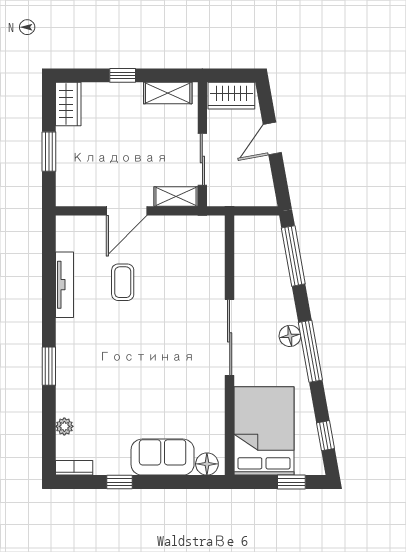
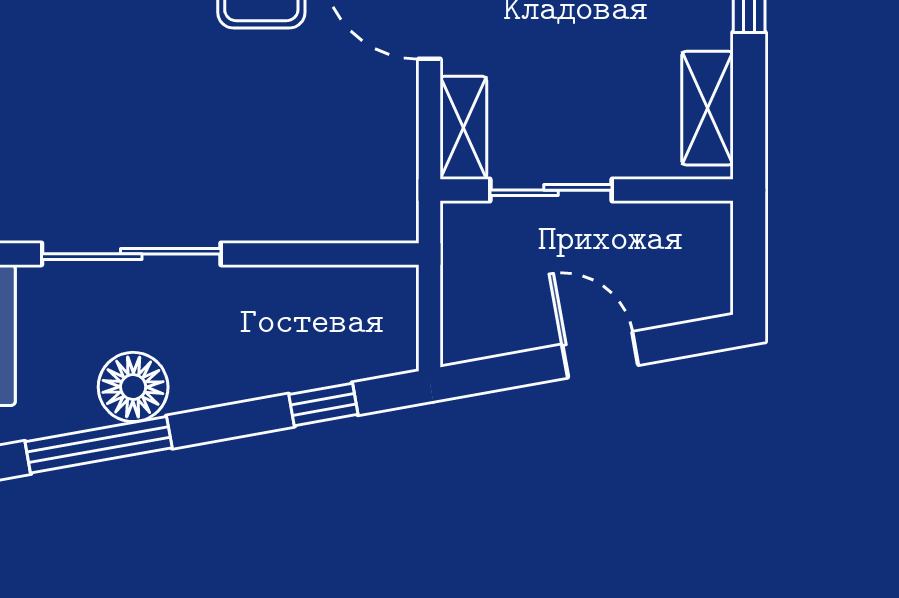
wardrobe: (231, 96) -> (701, 258), removed
window: (293, 256) -> (323, 404), width x0.46
floor lamp: (290, 336) -> (133, 387), width x1.38, depth x1.38

